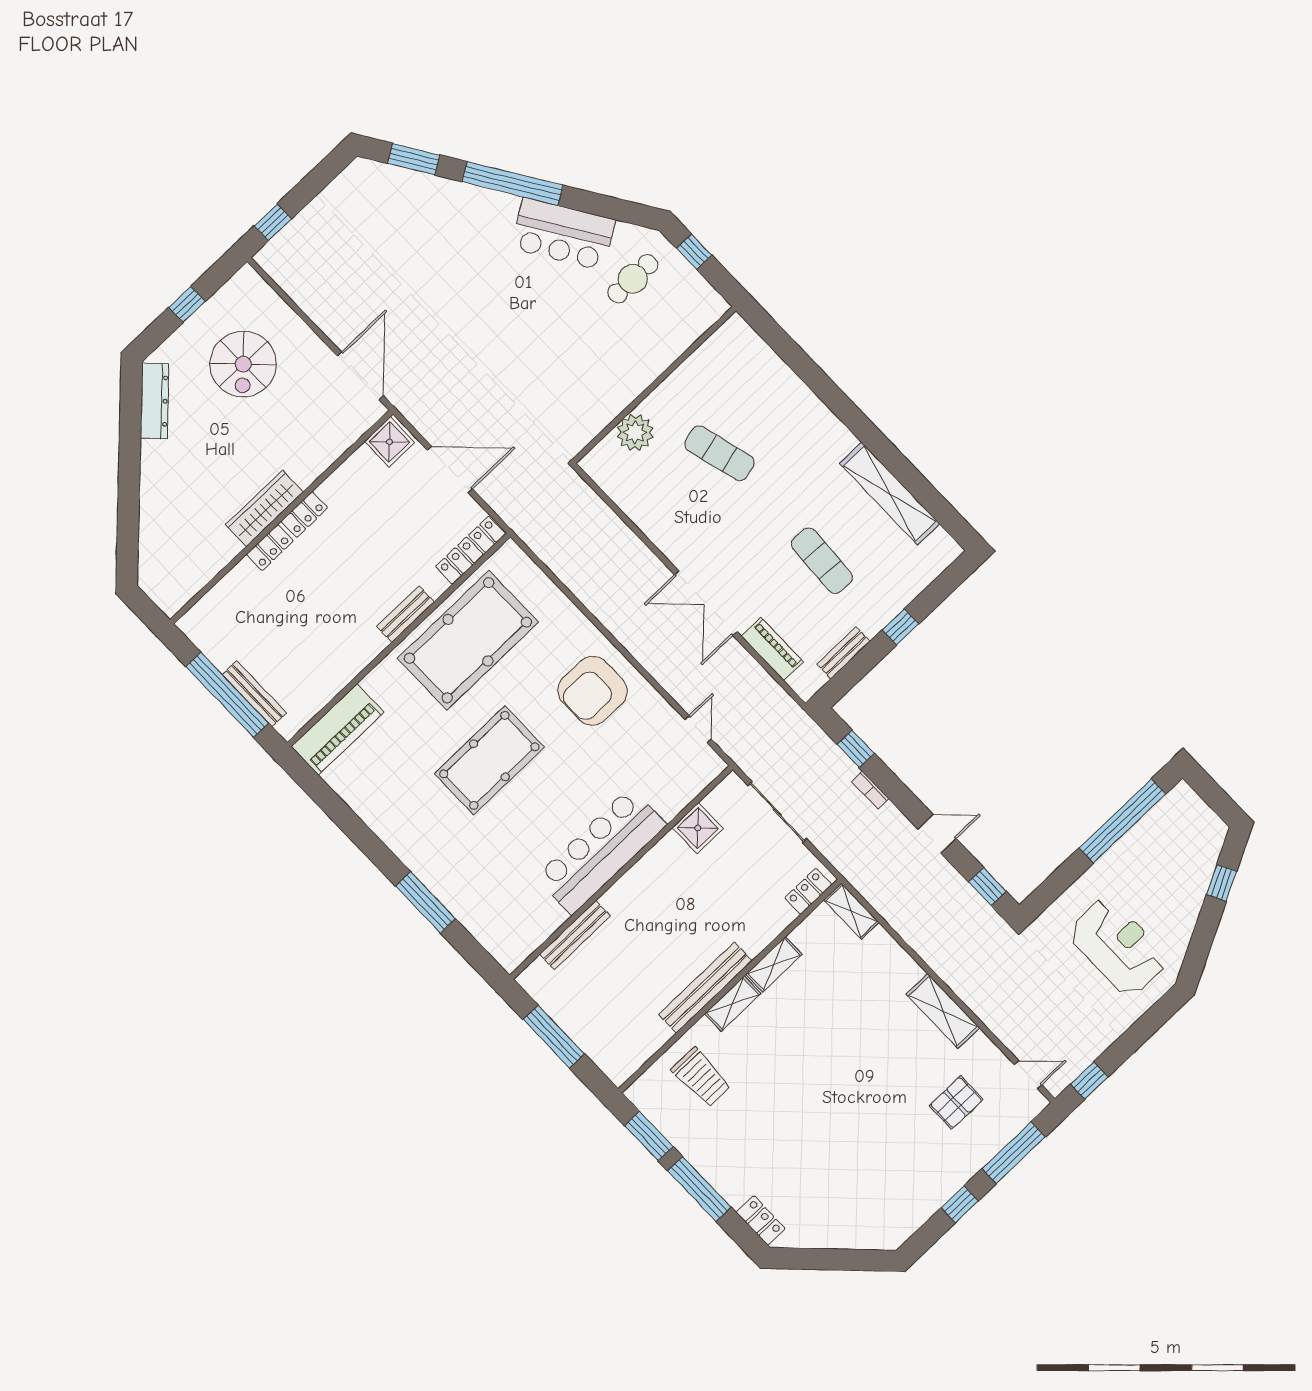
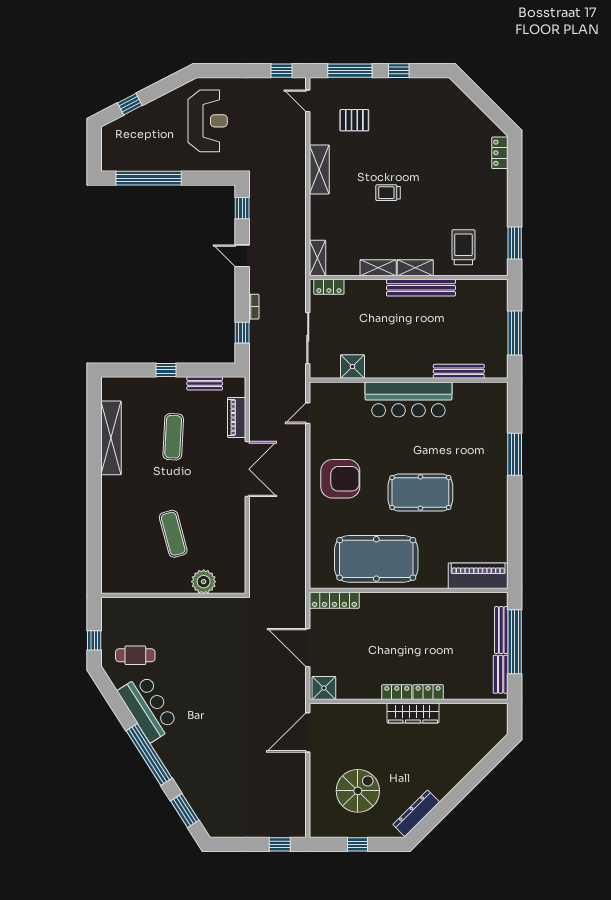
bench: (405, 614) -> (501, 674), moved, turned 90
reception desk: (1118, 947) -> (208, 121), turned 180
trolley: (842, 1058) -> (388, 193), added
window: (699, 1189) -> (515, 195), removed

